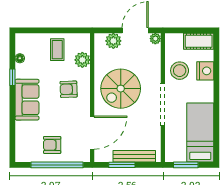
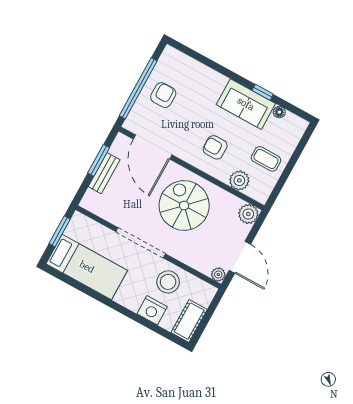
plant: (113, 41) -> (248, 214), moved
armchair: (69, 89) -> (215, 147), turned -88
sofa: (27, 100) -> (246, 104), moved
bench: (134, 156) -> (104, 173), width x0.73

